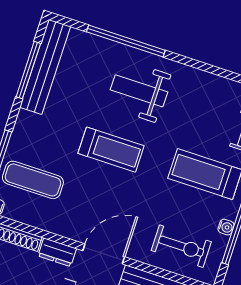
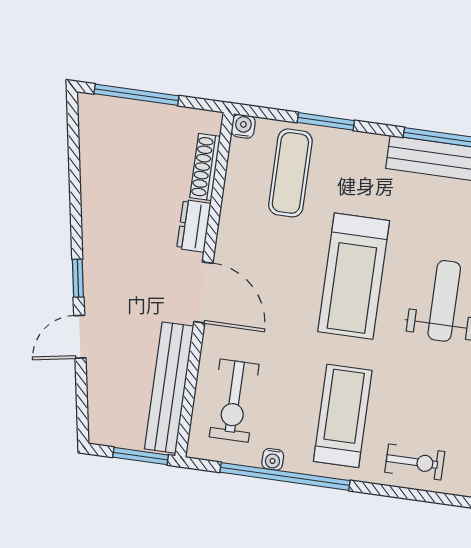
treadmill: (111, 150) -> (354, 276), width x1.37, depth x1.38

